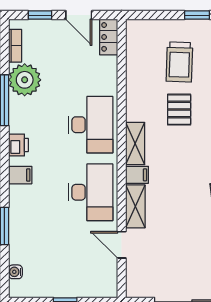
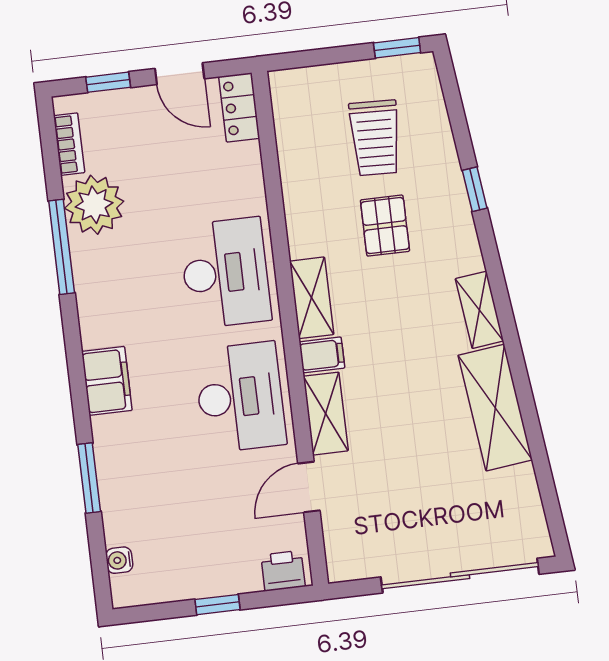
printer: (18, 145) -> (283, 571), moved, turned -90
filing cabinet: (20, 175) -> (107, 381), width x2.00
door: (122, 245) -> (309, 487), hinge flipped

